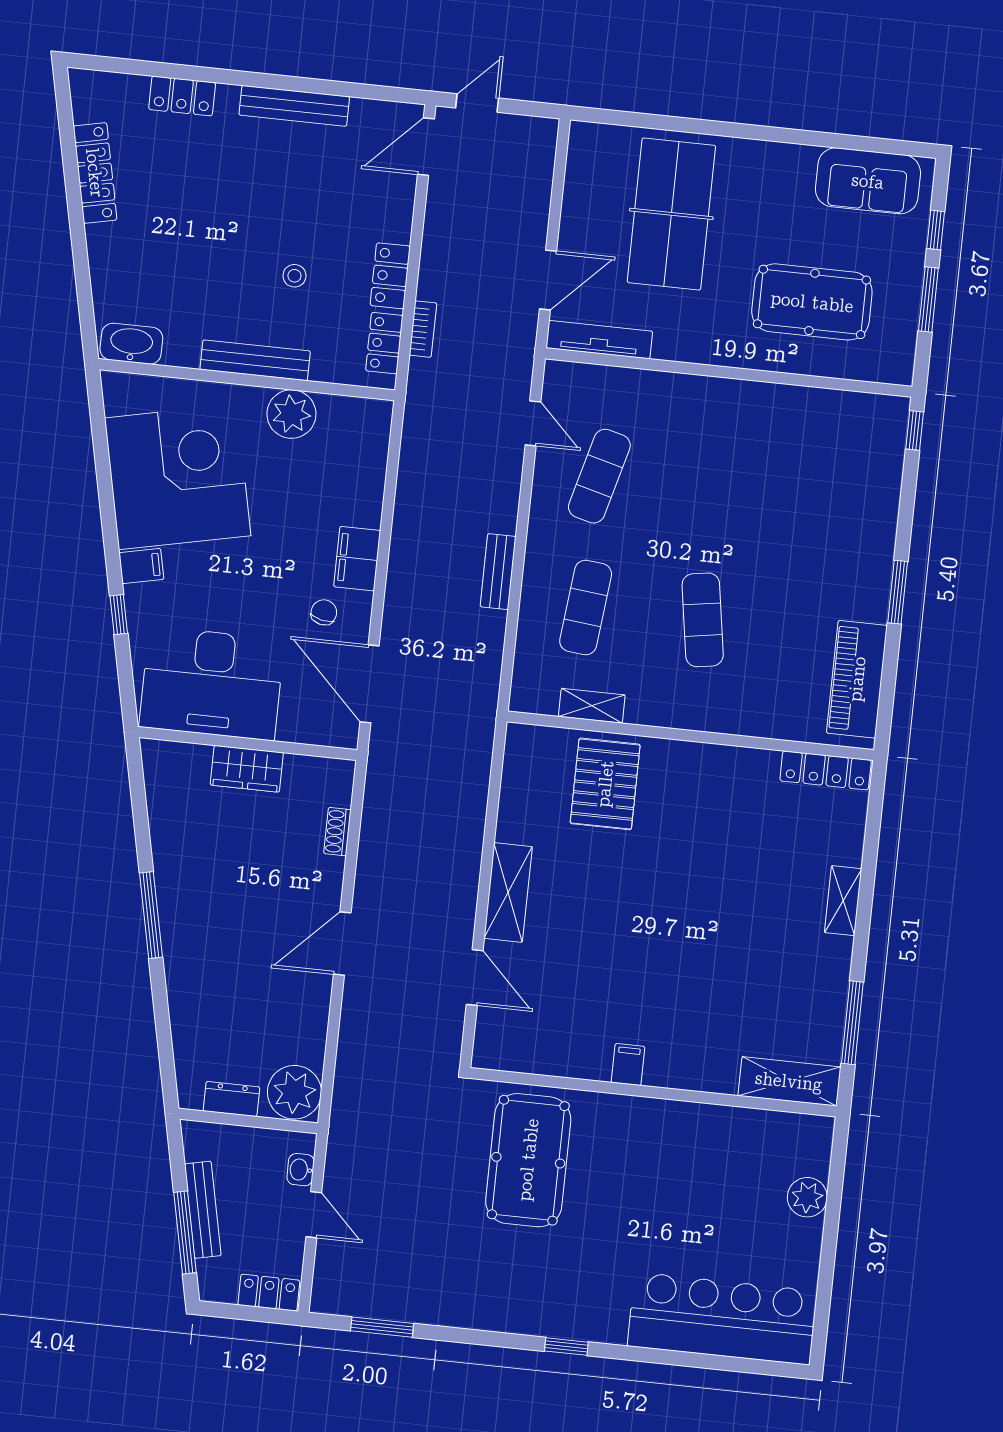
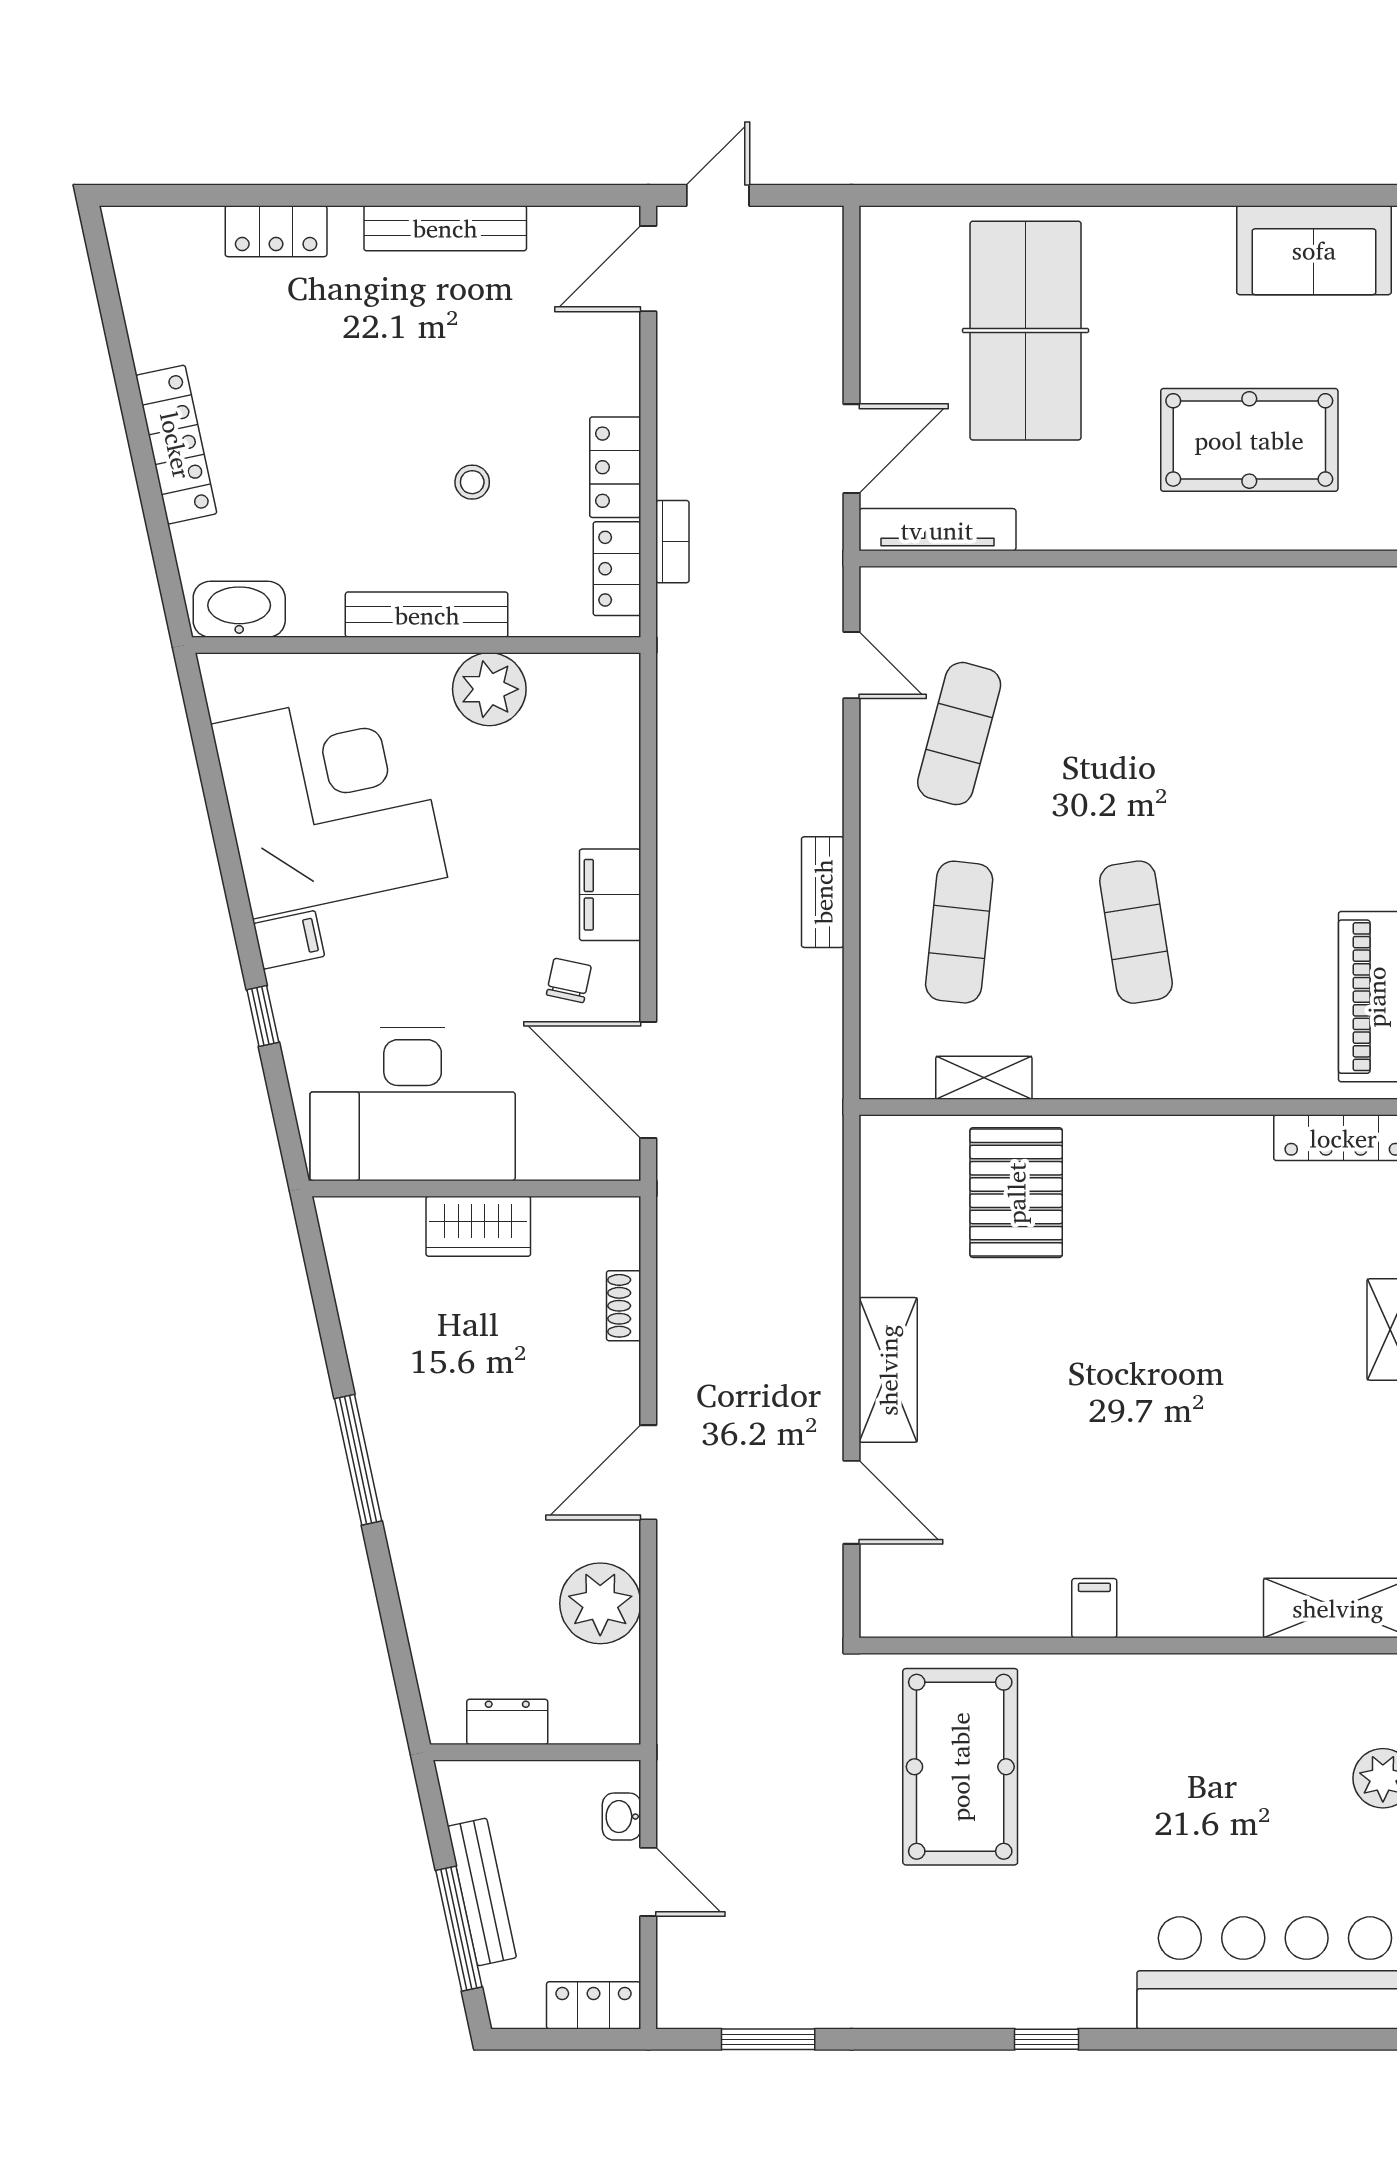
locker: (95, 173) -> (176, 445), moved
plant: (294, 1092) -> (600, 1603), moved

